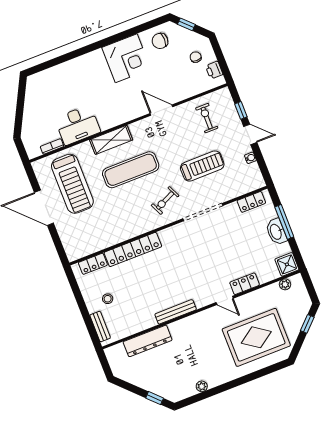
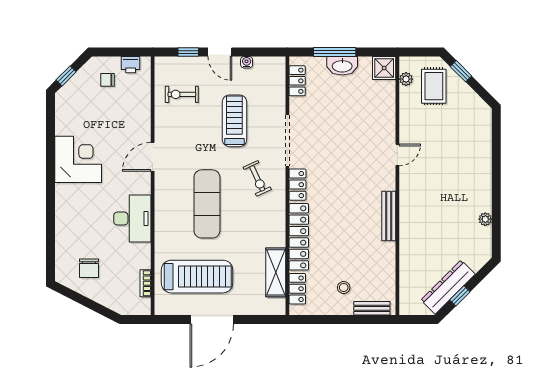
chair: (160, 41) -> (89, 268), moved
door: (161, 110) -> (153, 157), moved
desk: (78, 125) -> (132, 218), moved
door: (250, 134) -> (220, 52), swing flipped
shelving: (111, 140) -> (276, 272), moved
locker: (245, 284) -> (297, 185), moved, turned 180
rug: (256, 337) -> (434, 86), moved, width x0.54, depth x0.49
dresser: (148, 341) -> (448, 287), moved, turned -135
window: (155, 398) -> (460, 296), moved

